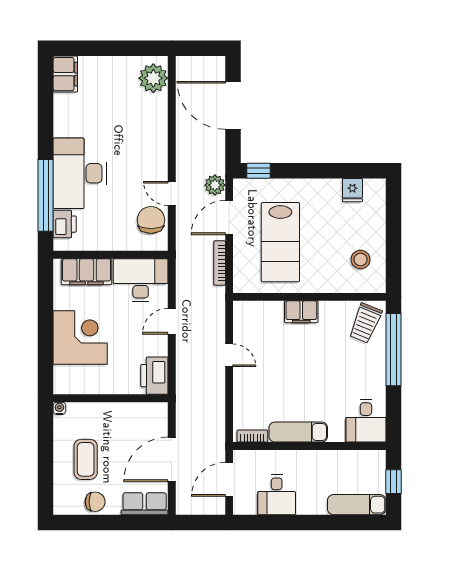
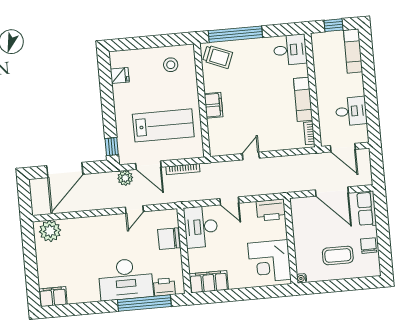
chair: (151, 220) -> (169, 239), moved
filing cabinet: (87, 272) -> (209, 282), moved, turned -90
corner desk: (80, 338) -> (269, 261), moved, turned -90

